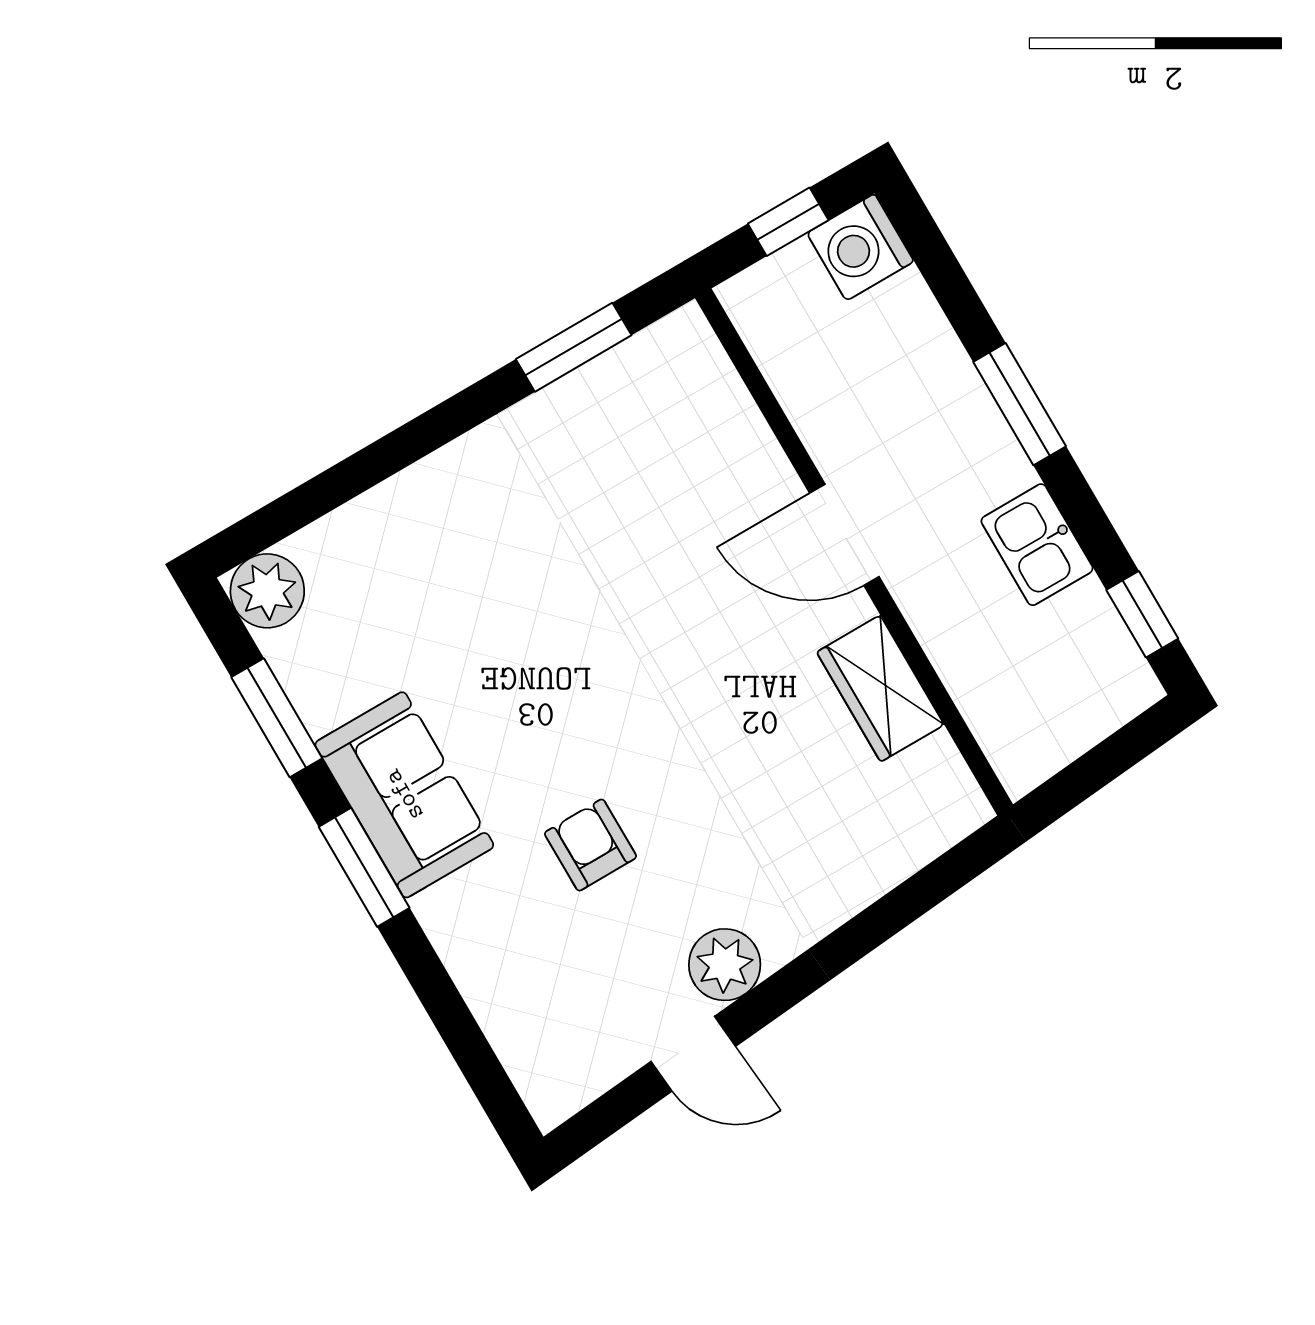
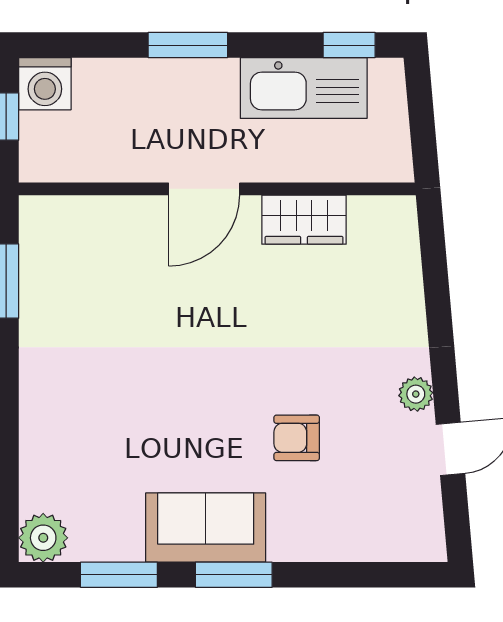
kitchen sink: (1037, 545) -> (304, 88), width x1.87, depth x1.24
plant: (725, 965) -> (416, 394), width x0.73, depth x0.73

